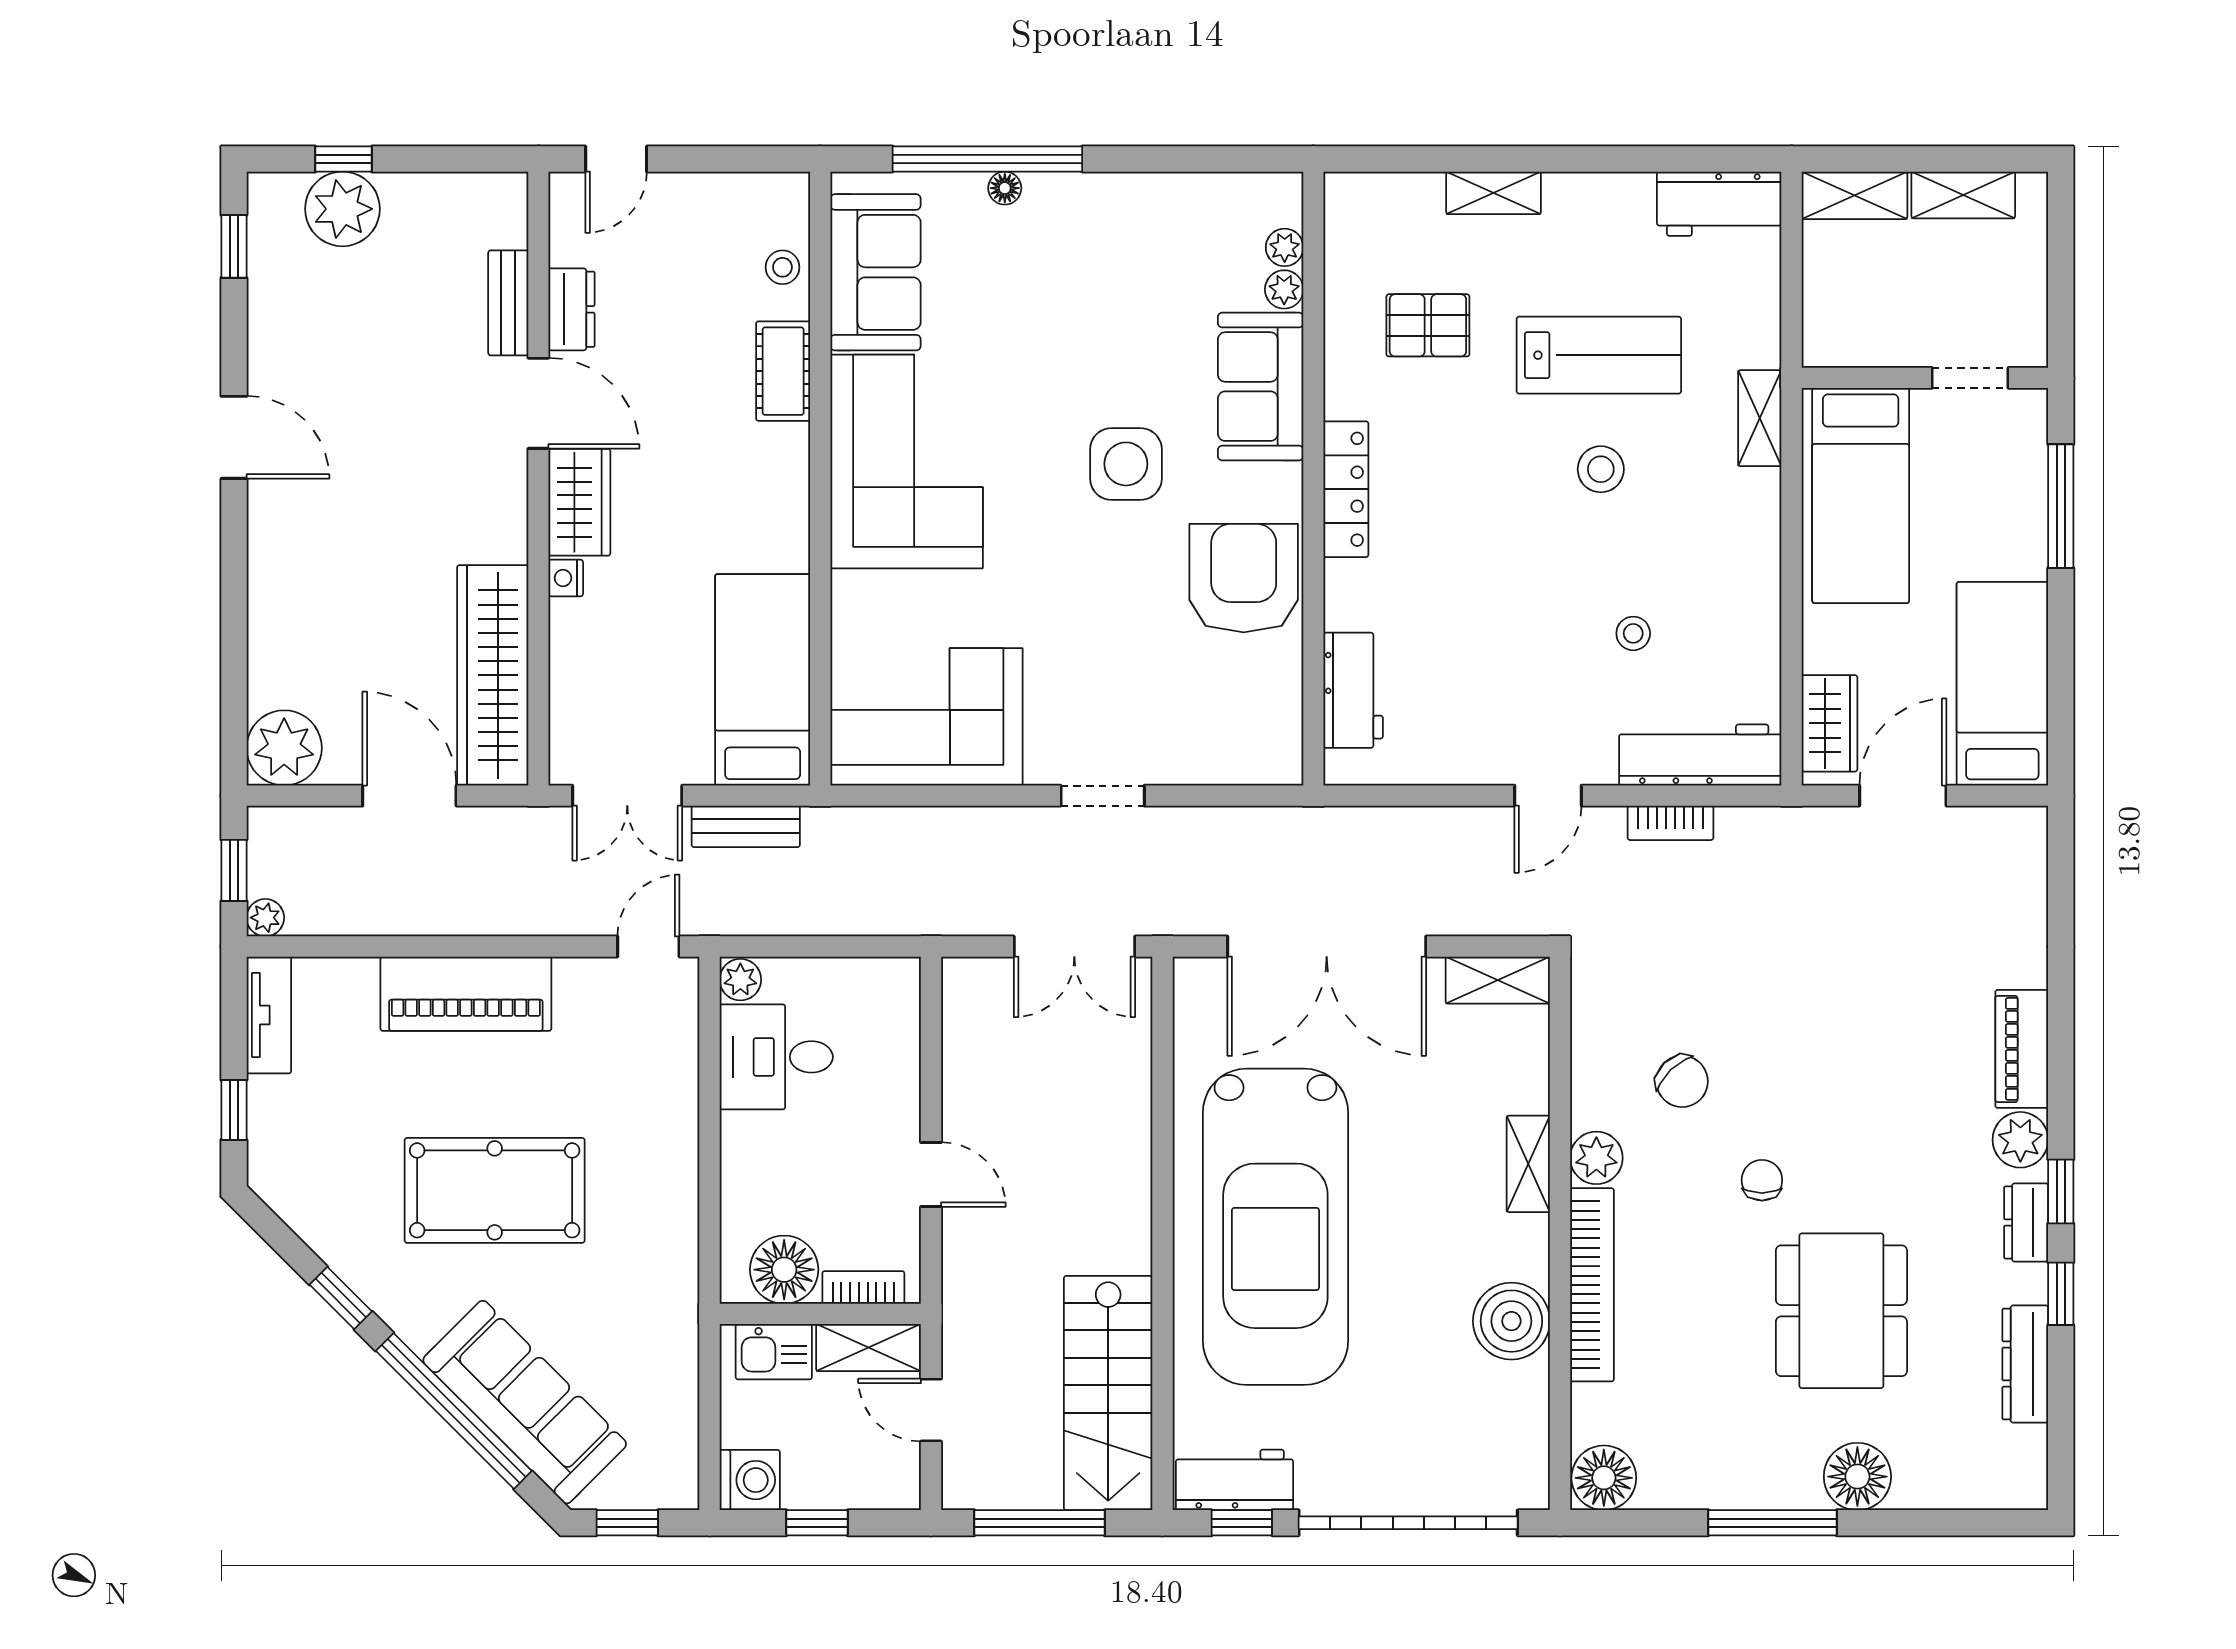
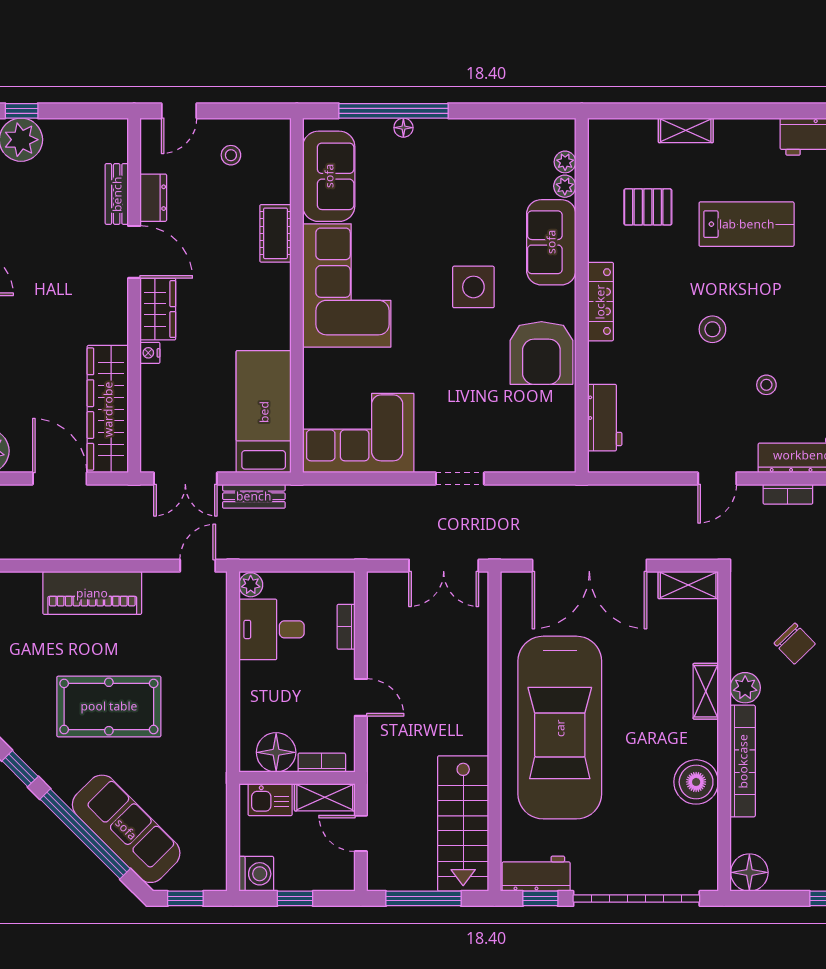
stool: (782, 267) -> (231, 155), moved
stool: (1601, 469) -> (712, 329), moved
armchair: (1244, 578) -> (541, 353), turned 180
bookcase: (905, 1052) -> (346, 627), added

